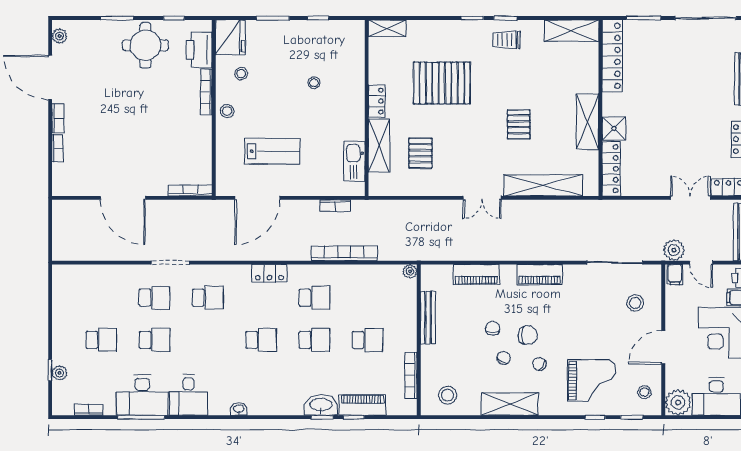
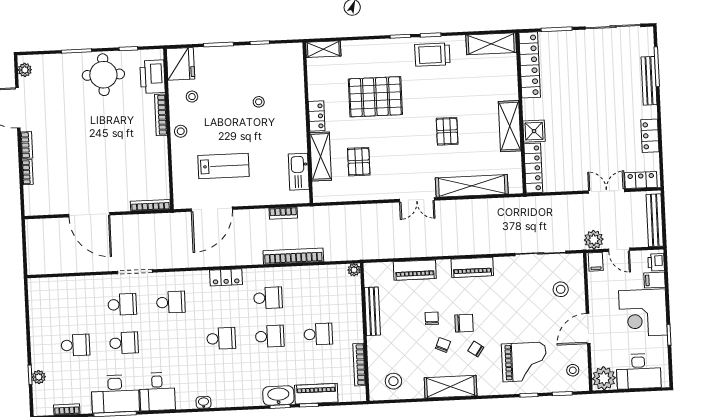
trolley: (506, 40) -> (432, 55), width x1.36, depth x1.39

